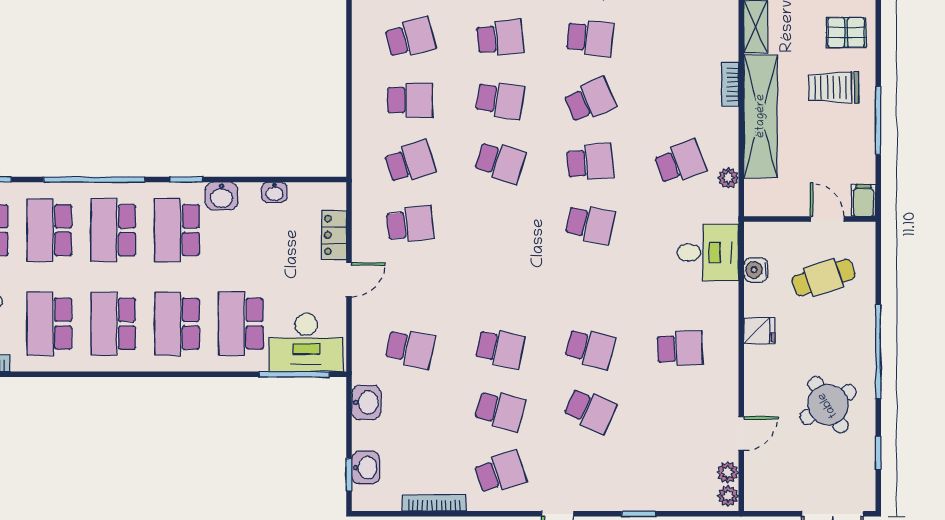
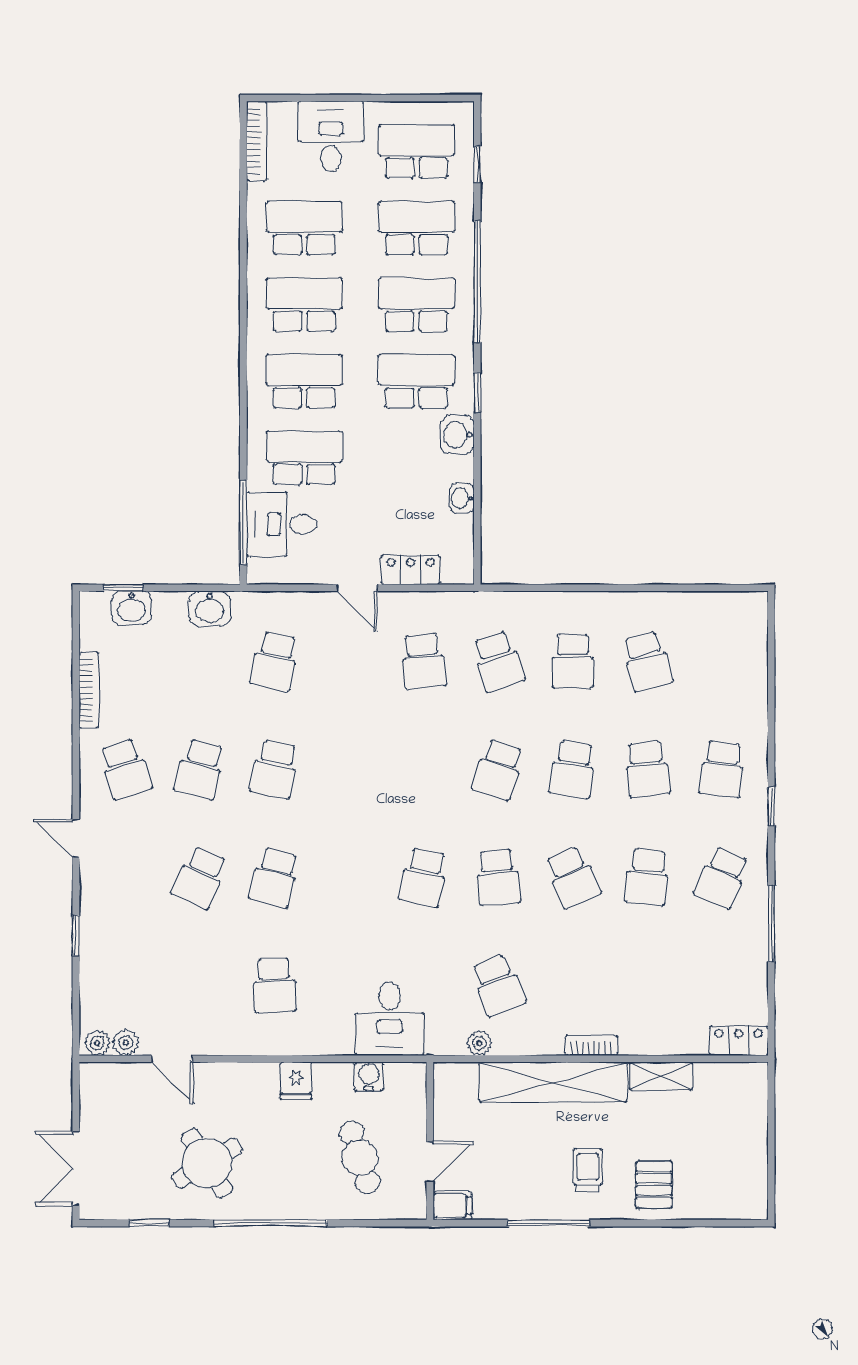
trolley: (834, 87) -> (588, 1170), width x0.73, depth x0.72
desk: (306, 343) -> (281, 524), width x0.73

